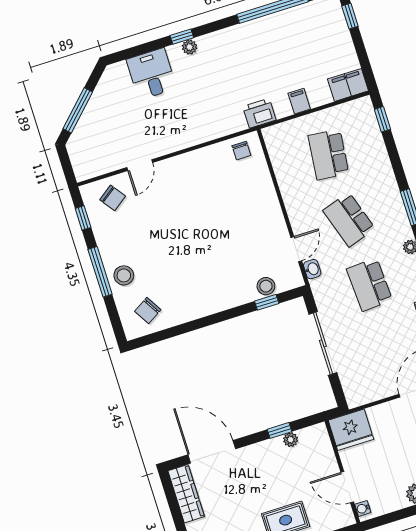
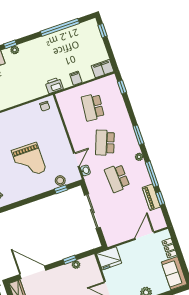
school desk: (349, 220) -> (105, 143), turned 39
grand piano: (210, 249) -> (29, 161), added

